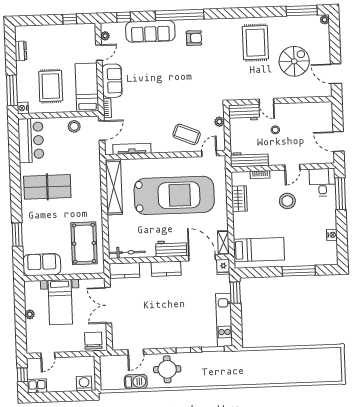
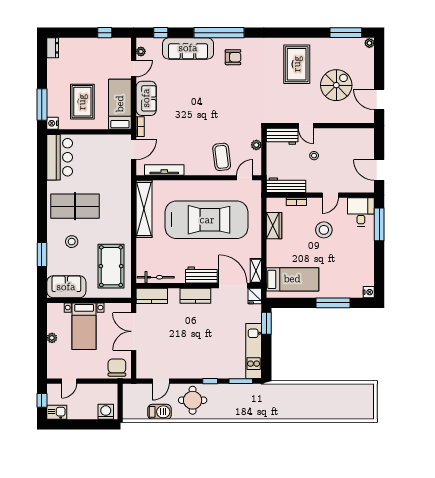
dresser: (21, 51) -> (53, 48), moved
stool: (74, 126) -> (72, 242), moved
coffee table: (187, 134) -> (222, 157), turned 61
nightstand: (332, 235) -> (369, 292), moved

